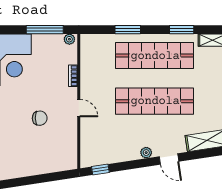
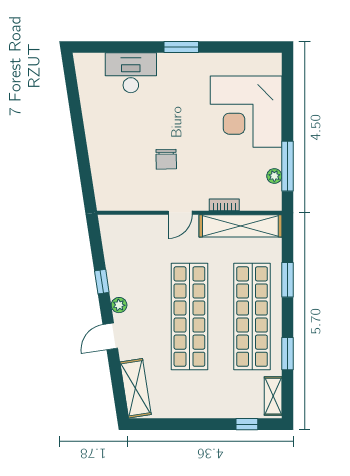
plant: (69, 39) -> (274, 176), moved
shelving: (88, 64) -> (240, 226), added
window: (100, 170) -> (102, 282), moved

